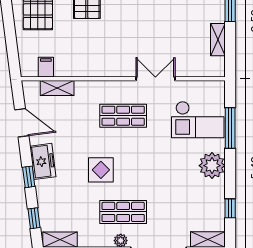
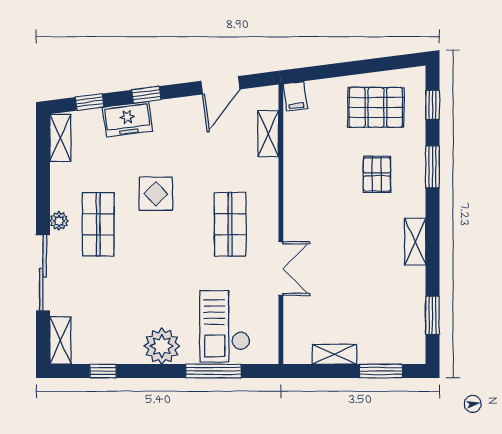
filing cabinet: (46, 67) -> (295, 96), moved, turned 83
freezer: (43, 161) -> (127, 119), moved

